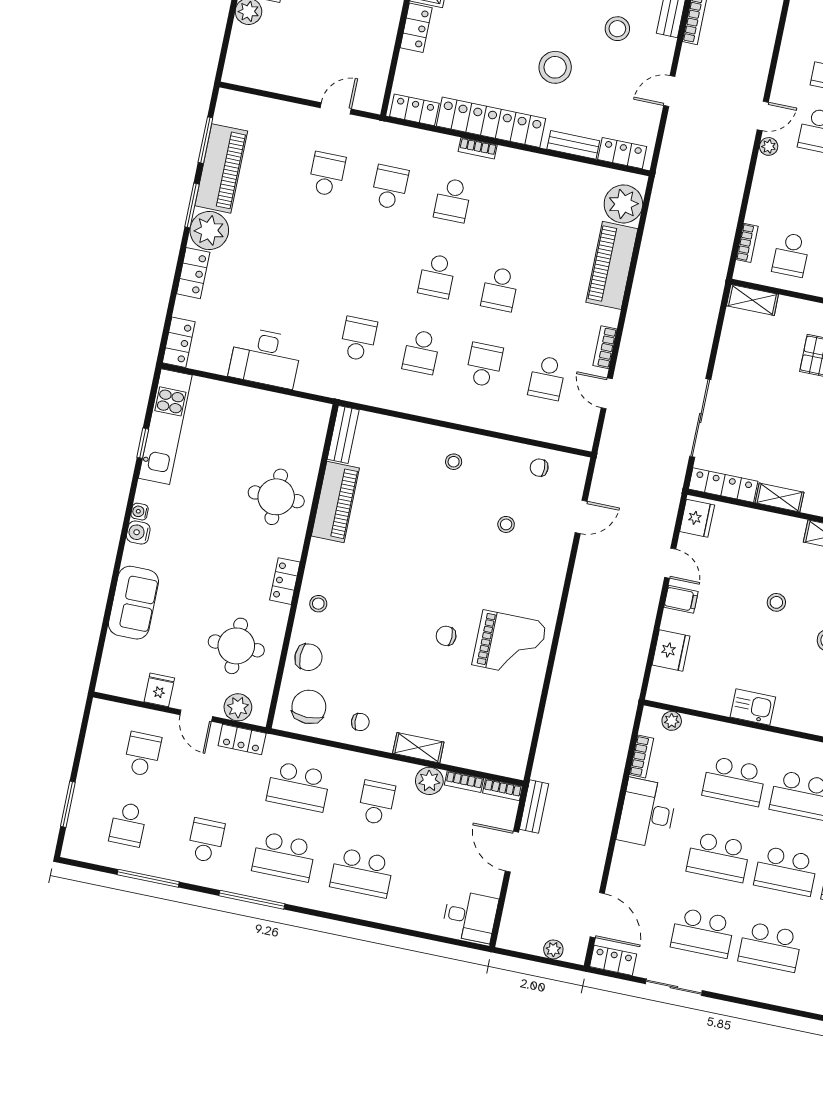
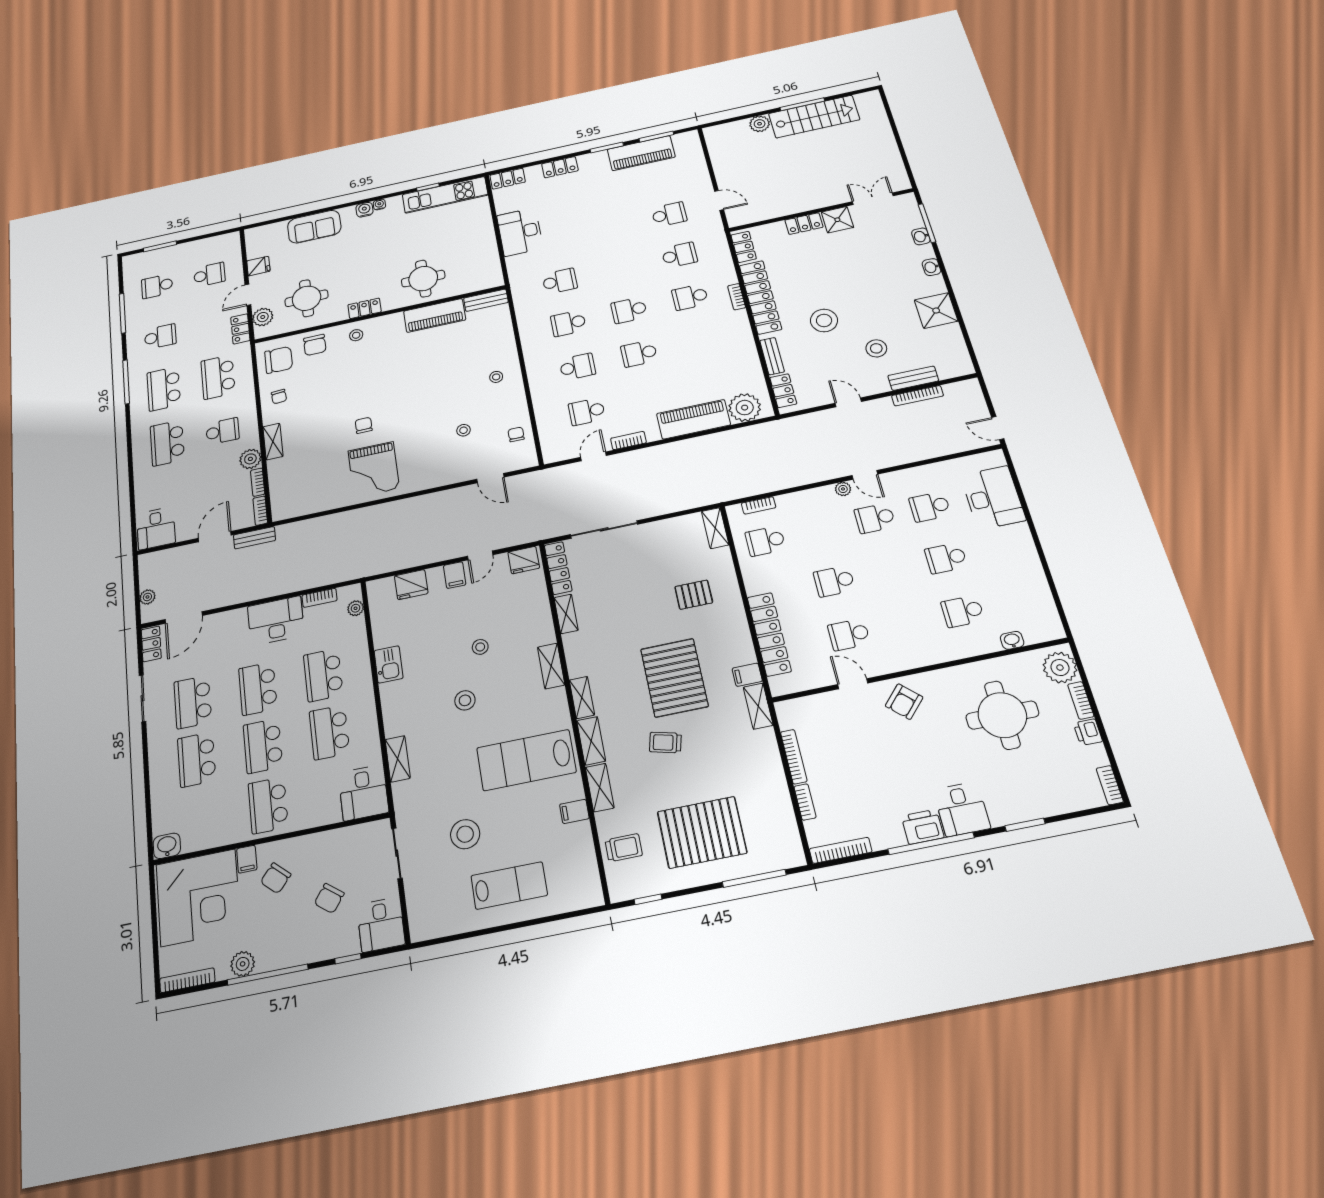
plant: (209, 230) -> (594, 164), removed

